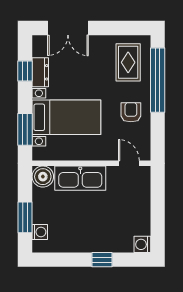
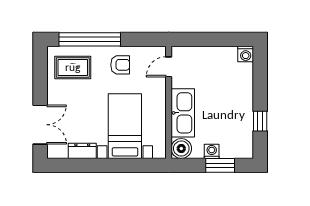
window: (25, 71) -> (81, 165), removed
armchair: (131, 112) -> (120, 65), turned 180
window: (25, 129) -> (137, 165), removed
washing machine: (40, 232) -> (212, 151), moved
window: (102, 260) -> (260, 121), moved

